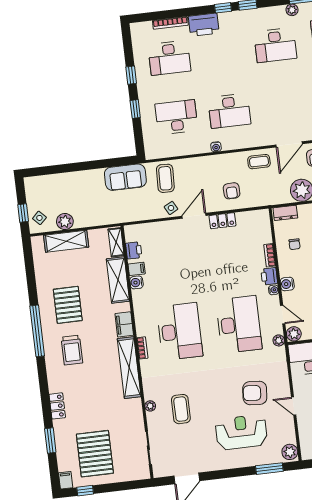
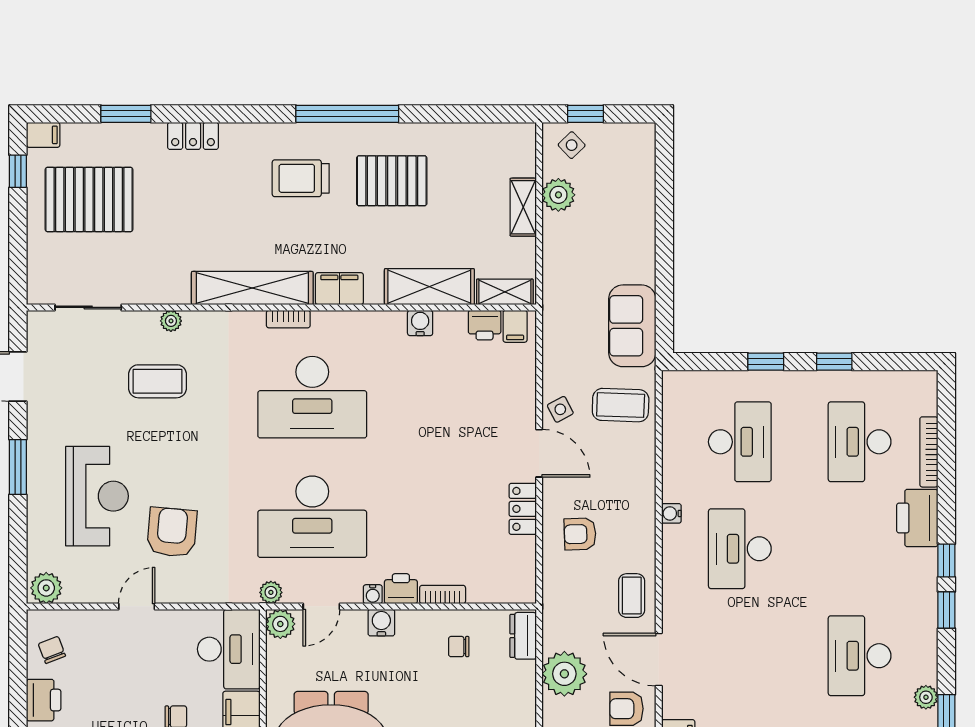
shelving: (66, 241) -> (523, 207), width x0.67, depth x0.75
filing cabinet: (137, 269) -> (515, 326), moved
window: (269, 469) -> (18, 467), moved

